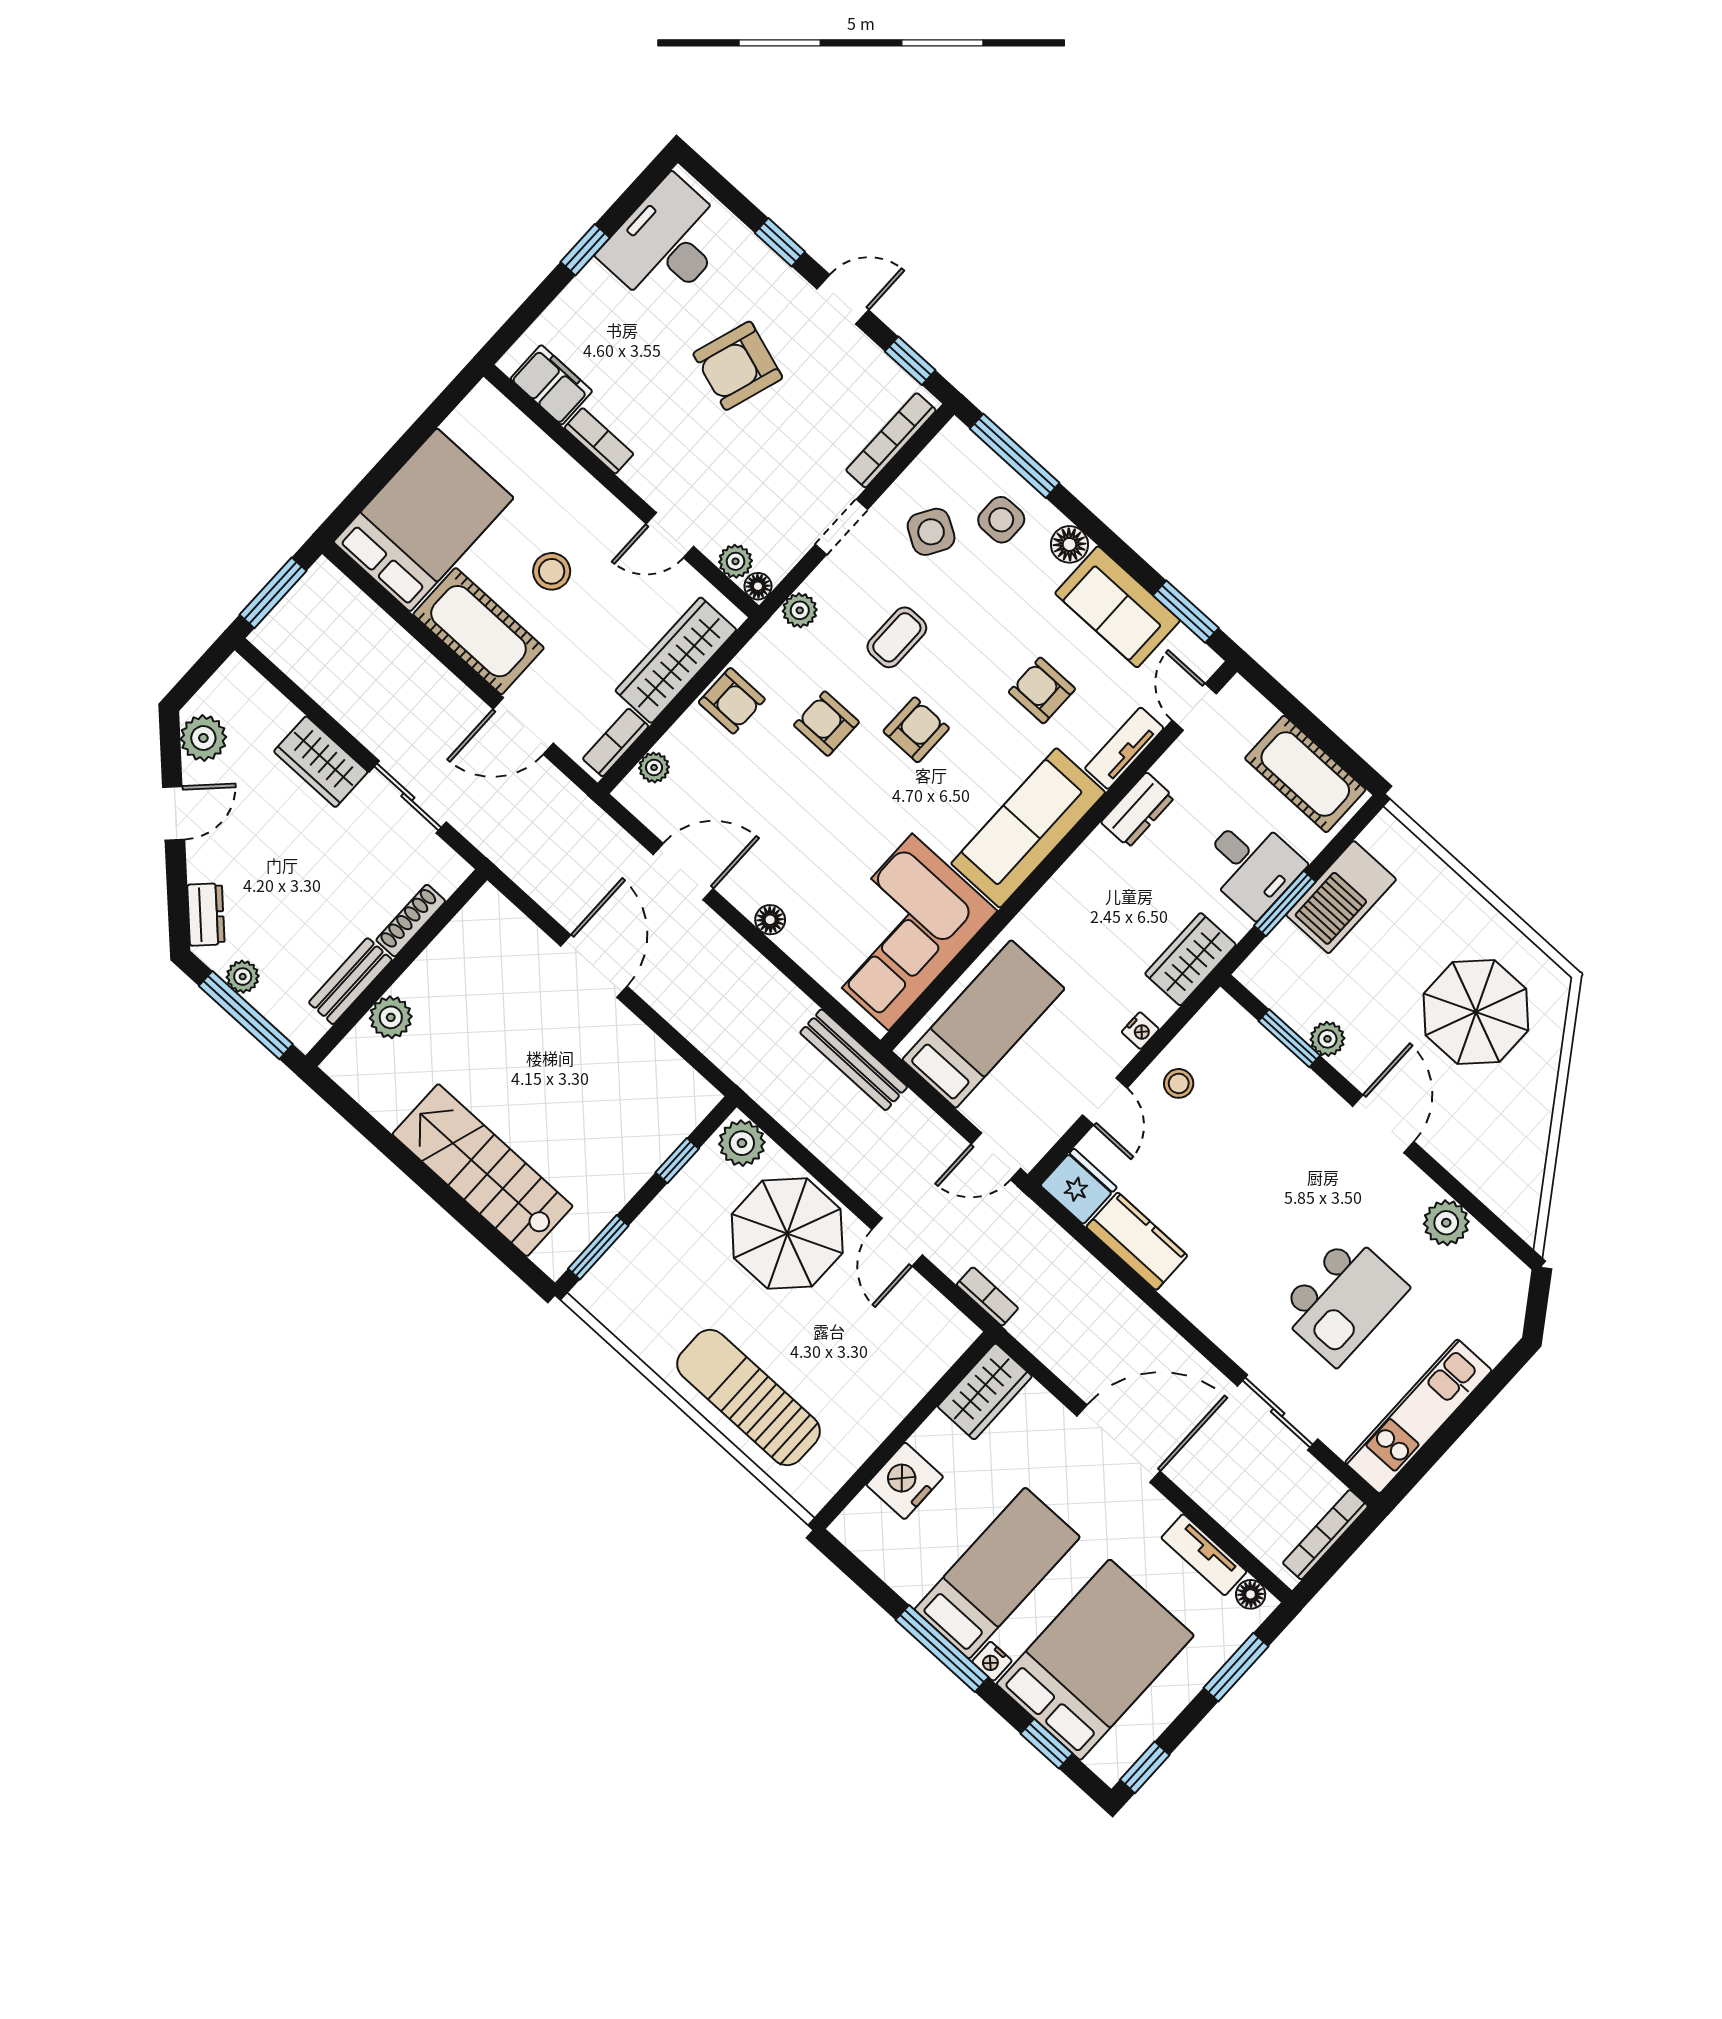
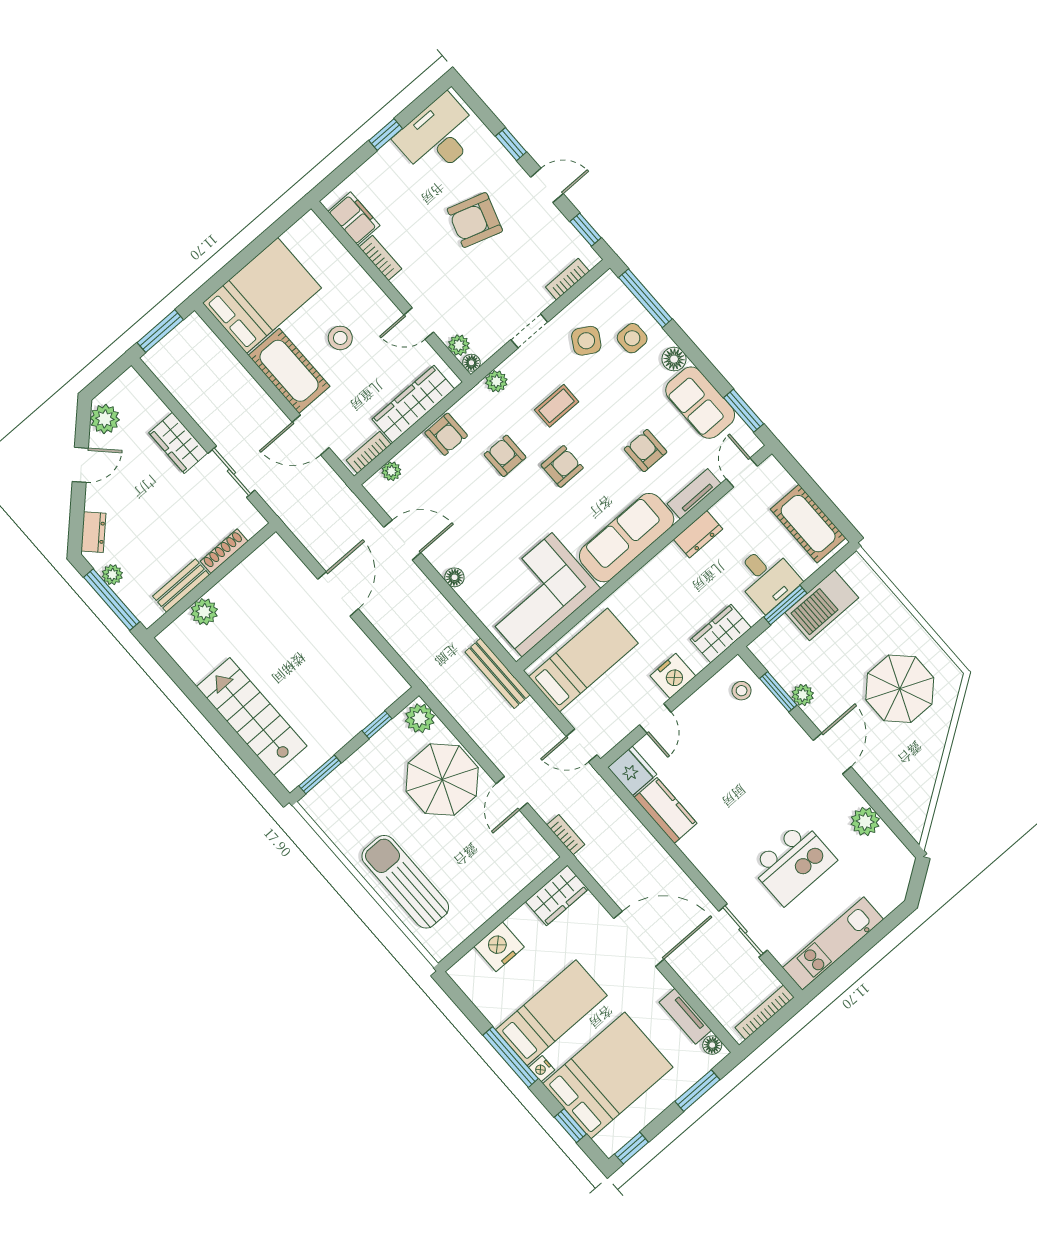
bookcase: (891, 440) -> (567, 279), width x0.64
nightstand: (1140, 1031) -> (673, 676), width x1.89, depth x1.79
stool: (1179, 1083) -> (742, 691), moved

